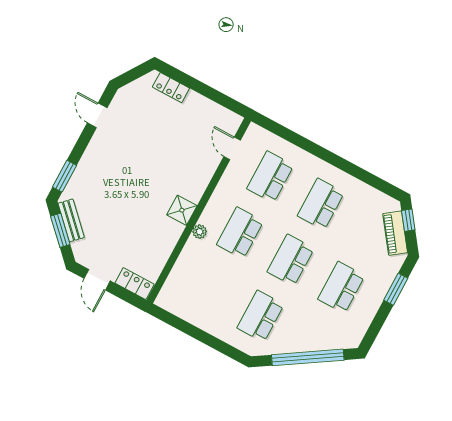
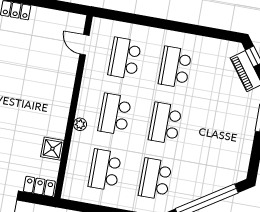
shower: (182, 210) -> (52, 149), moved
school desk: (341, 287) -> (105, 170), moved

